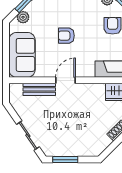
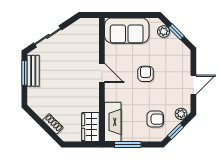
bench: (39, 89) -> (33, 71), moved

